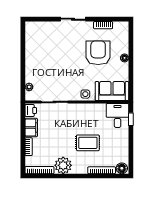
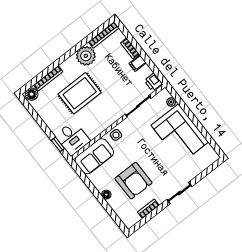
corner sofa: (40, 60) -> (180, 134), added
filing cabinet: (31, 127) -> (138, 63), width x0.50
rug: (88, 143) -> (80, 93), width x1.36, depth x1.43

